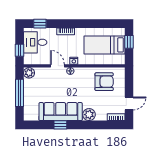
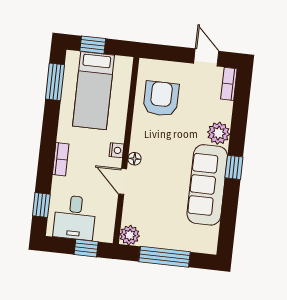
window: (107, 24) -> (55, 82), added
door: (57, 66) -> (123, 181), hinge flipped
window: (60, 125) -> (234, 167), moved

